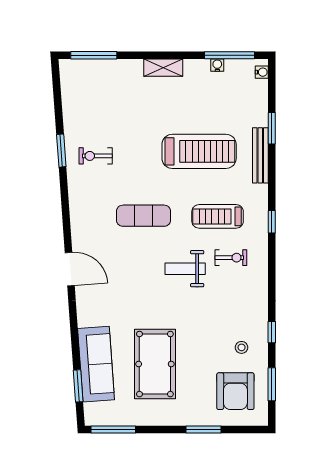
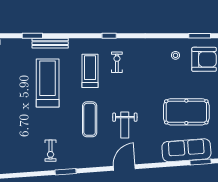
window: (61, 151) -> (66, 172), moved
treadmill: (218, 216) -> (90, 71), turned 180
window: (272, 222) -> (109, 36), moved
weight bench: (185, 269) -> (125, 125), moved
window: (272, 332) -> (166, 36), removed

